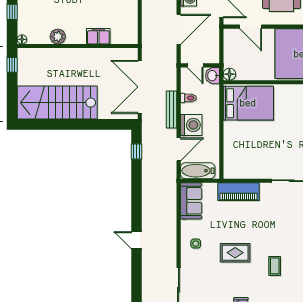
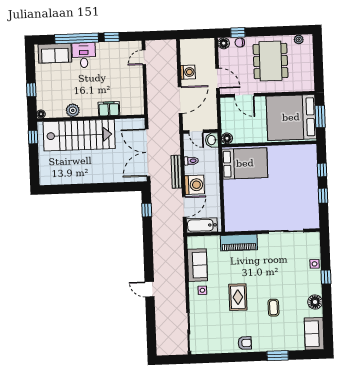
stairs: (57, 103) -> (79, 135), moved, turned 180
sofa: (191, 201) -> (197, 265), moved
rug: (235, 253) -> (238, 297), turned 90

